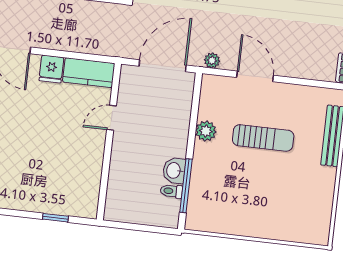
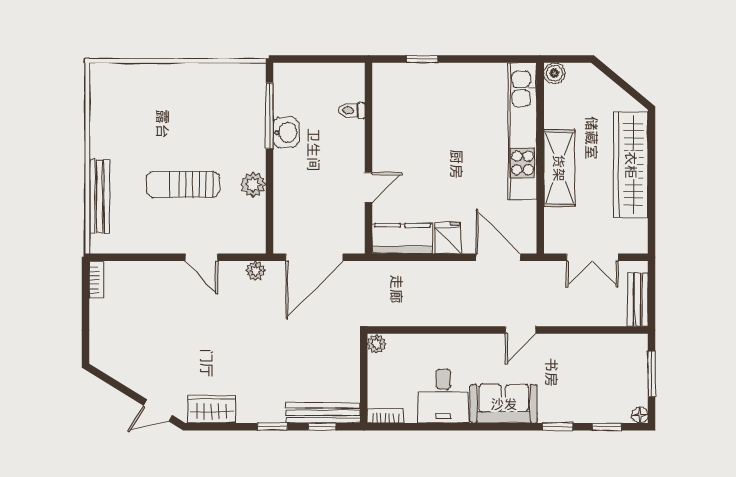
door: (255, 76) -> (201, 257), width x0.73
toilet: (171, 191) -> (352, 110), moved, turned 180

